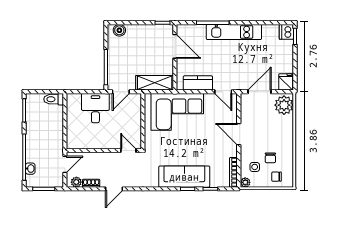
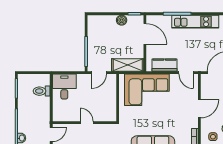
boiler: (119, 30) -> (122, 20), moved
toilet: (54, 99) -> (42, 91), moved
desk: (95, 108) -> (64, 87), moved
door: (239, 134) -> (199, 109), swing flipped
door: (128, 151) -> (87, 123), moved

